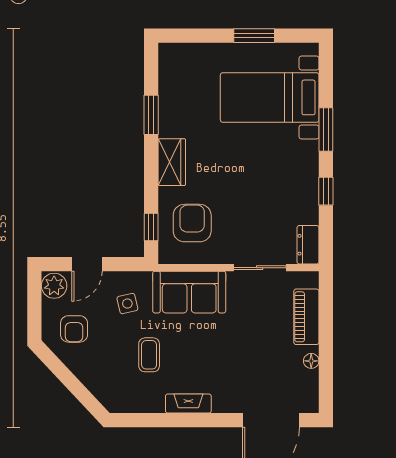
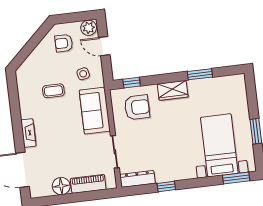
window: (326, 130) -> (236, 178), moved
dresser: (308, 245) -> (137, 179), width x1.44
floor lamp: (311, 361) -> (61, 186), width x1.89, depth x1.89
fireplace: (188, 404) -> (28, 133), moved

